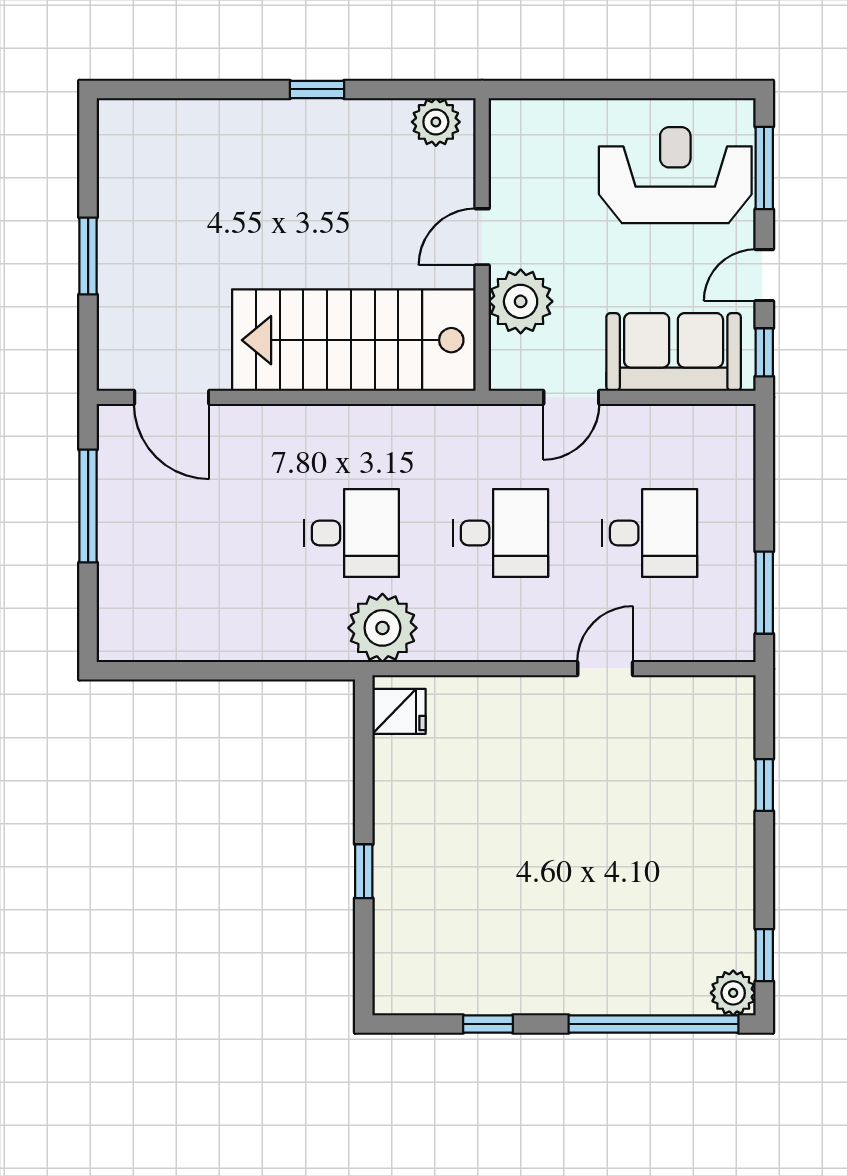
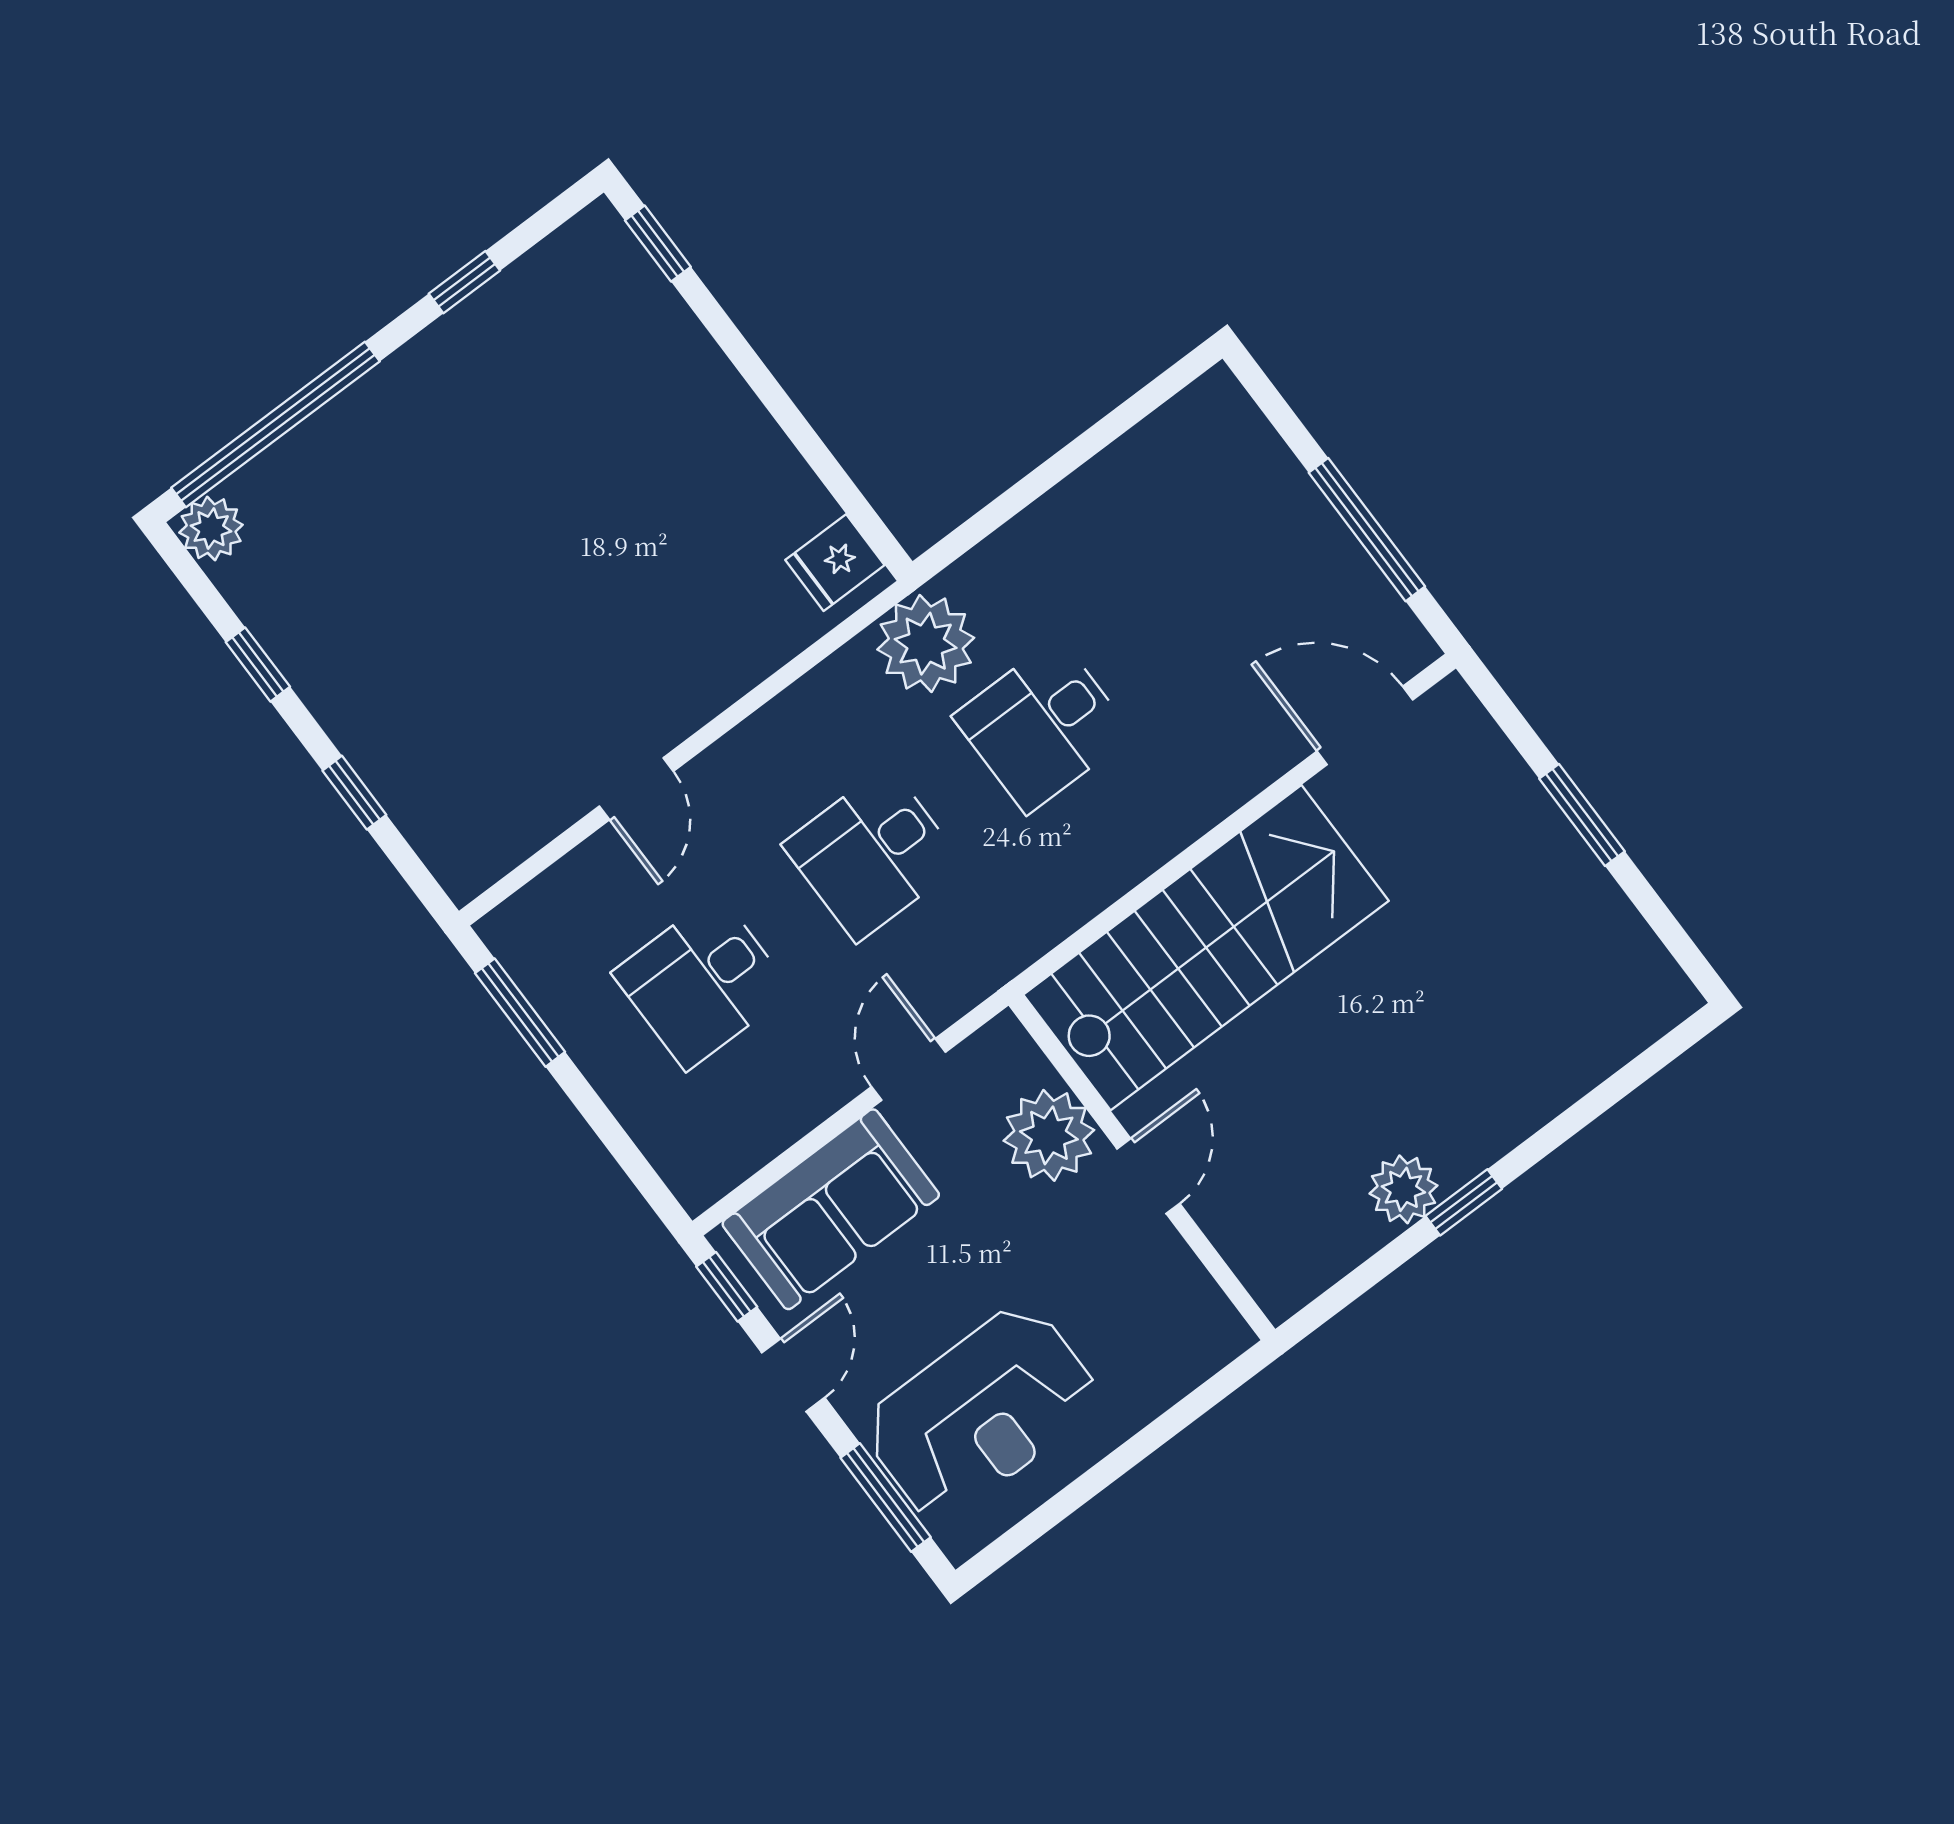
plant: (436, 122) -> (1403, 1189), moved
window: (364, 871) -> (658, 244), moved
window: (764, 955) -> (258, 664), moved

